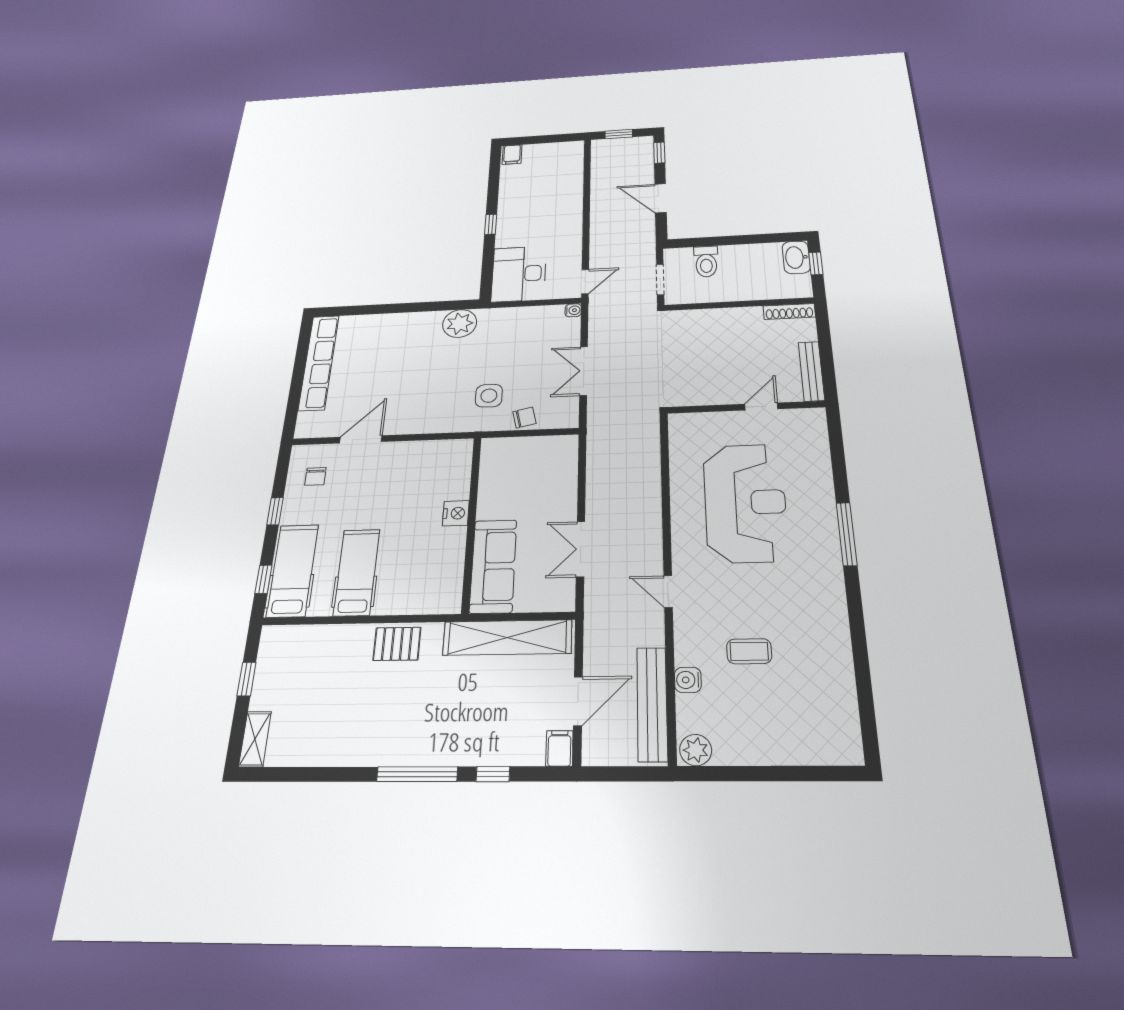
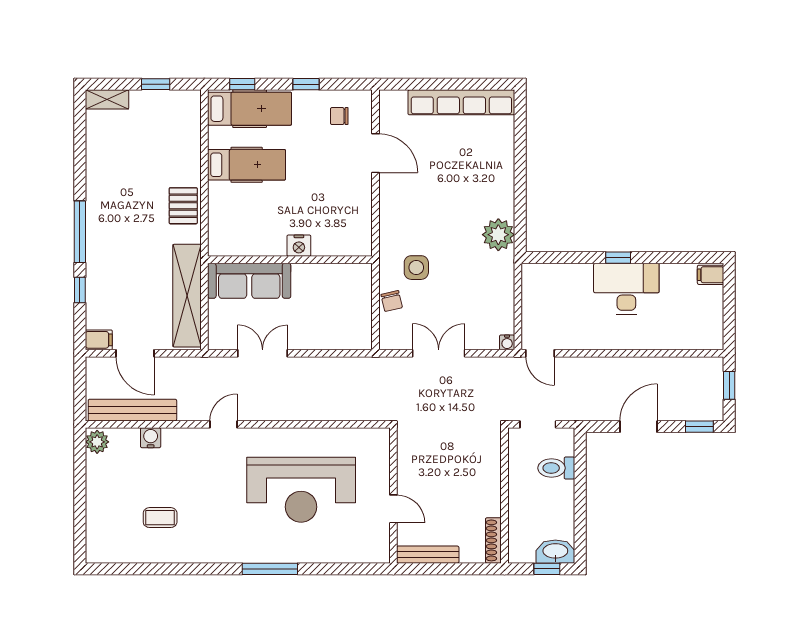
desk: (519, 274) -> (626, 289), moved
coffee table: (749, 651) -> (160, 518), moved, turned 90

